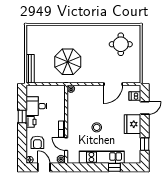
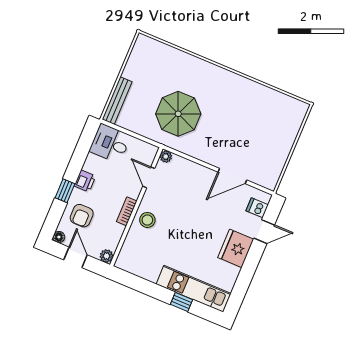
round table: (121, 44) -> (269, 121), removed
desk: (36, 106) -> (110, 143), moved
window: (22, 116) -> (65, 191), moved
stool: (97, 127) -> (147, 220), moved
door: (66, 144) -> (149, 177), moved
window: (145, 144) -> (241, 286), removed
kitchen unit: (102, 157) -> (194, 289), moved

